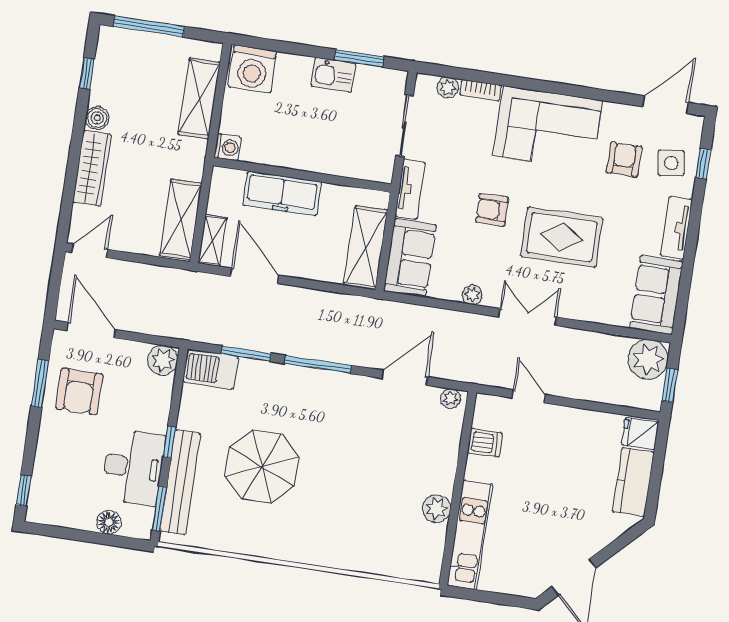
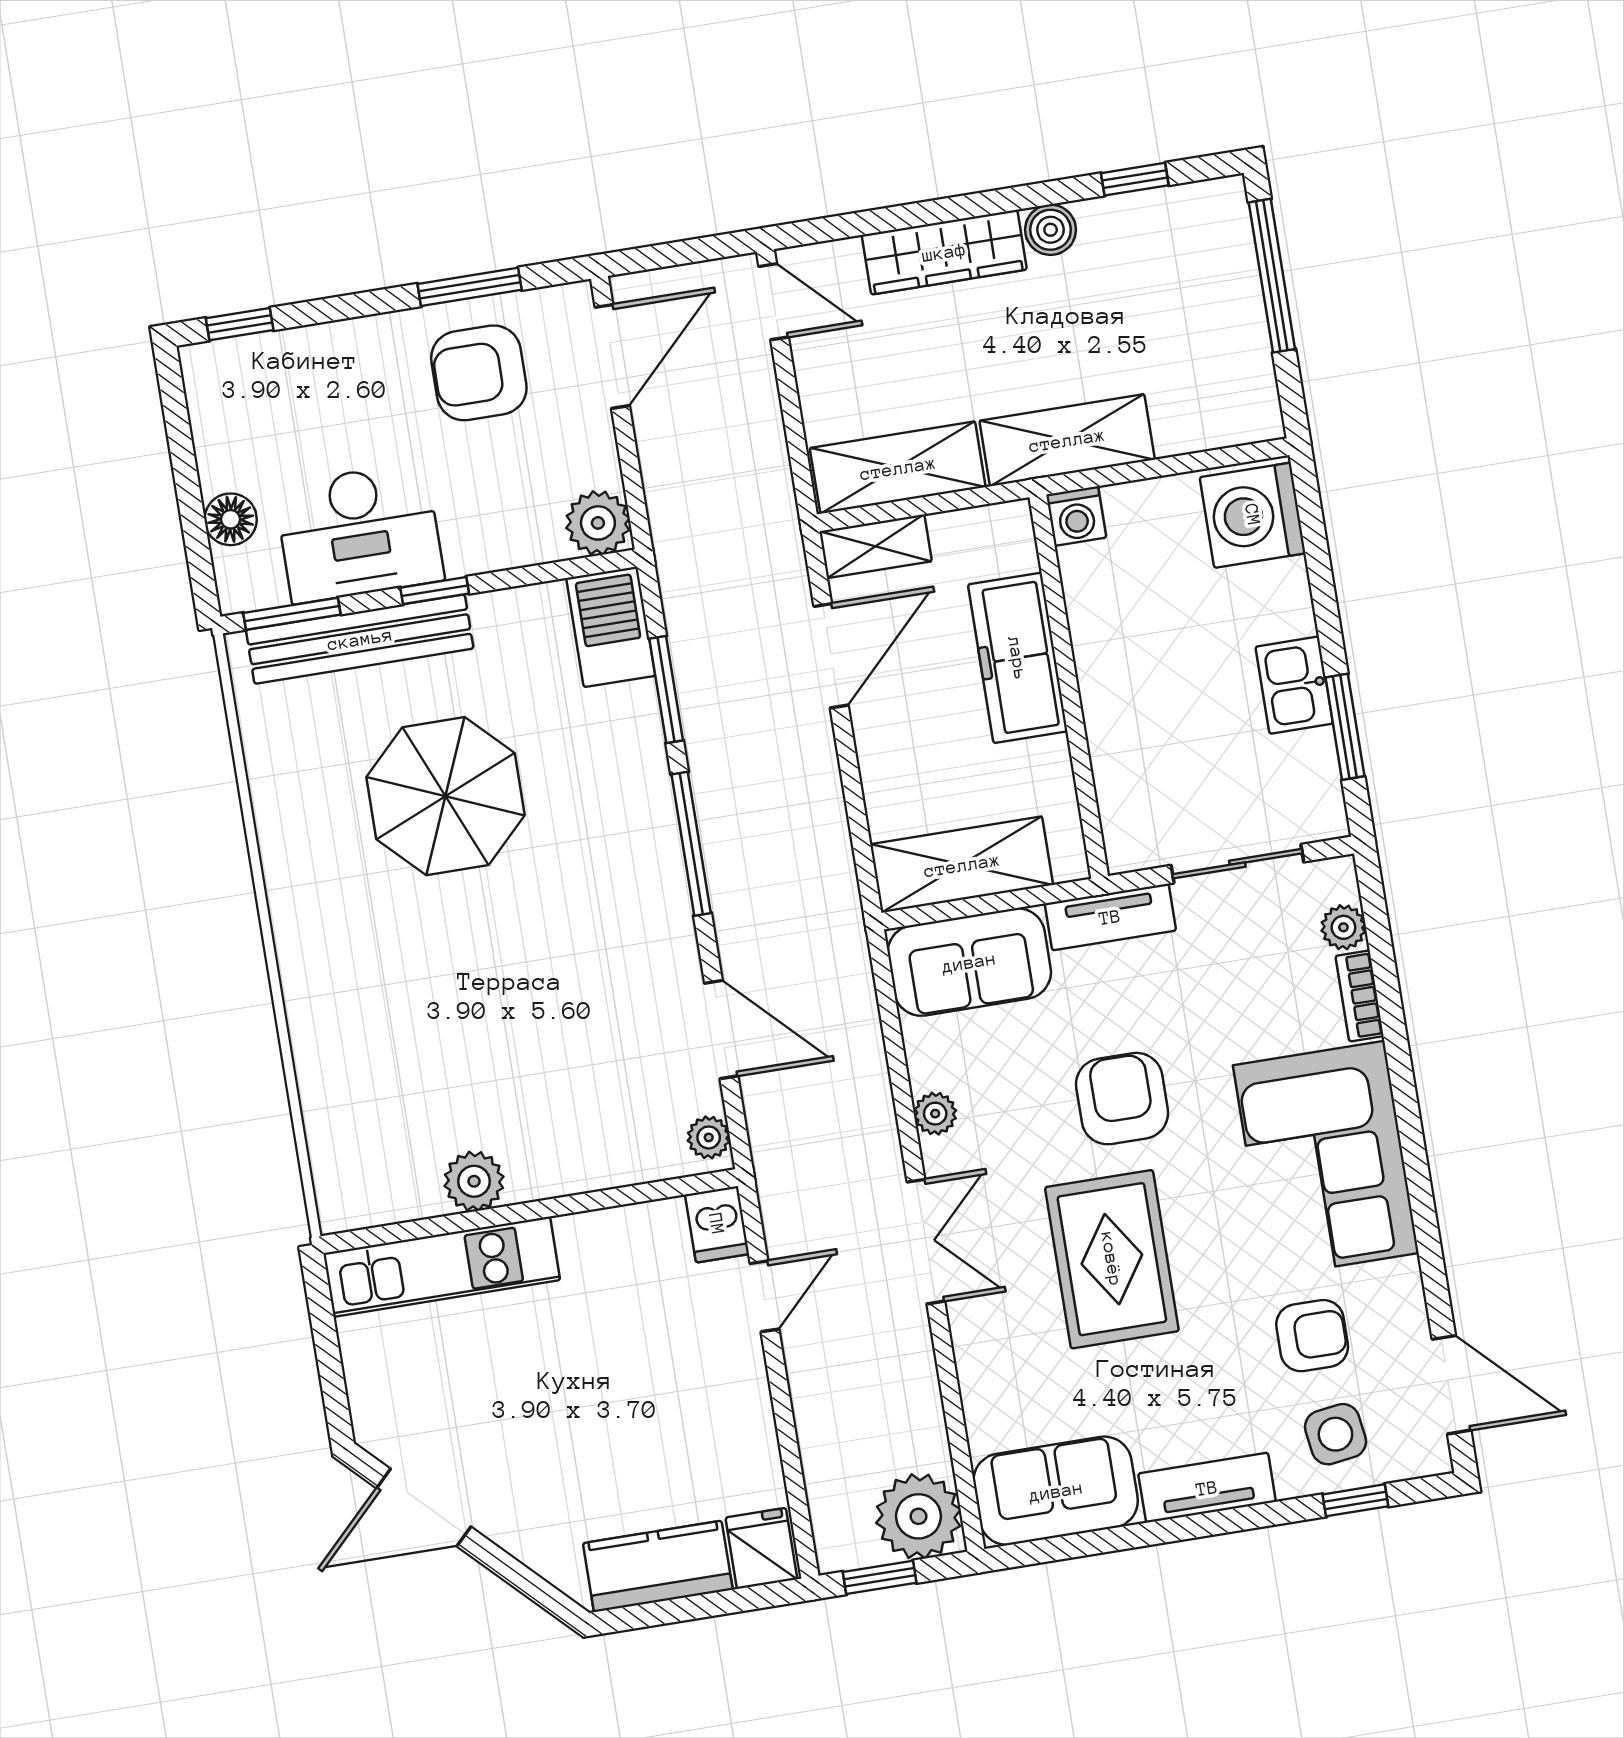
shelving: (199, 98) -> (1067, 440), moved
armchair: (492, 210) -> (1122, 1099), width x1.38, depth x1.38
dishwasher: (485, 443) -> (717, 1224), moved

